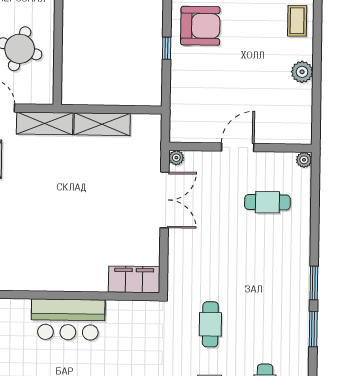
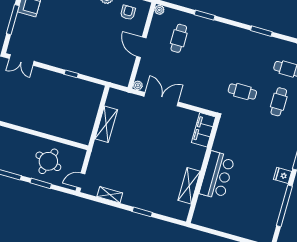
armchair: (200, 26) -> (128, 13), moved, width x0.53, depth x0.53
shelving: (45, 123) -> (189, 186), moved
window: (314, 283) -> (205, 15), moved

